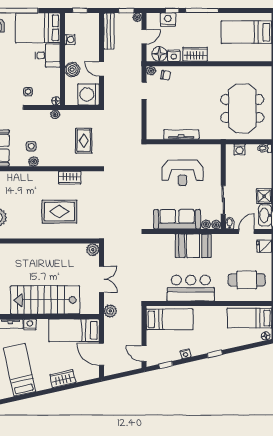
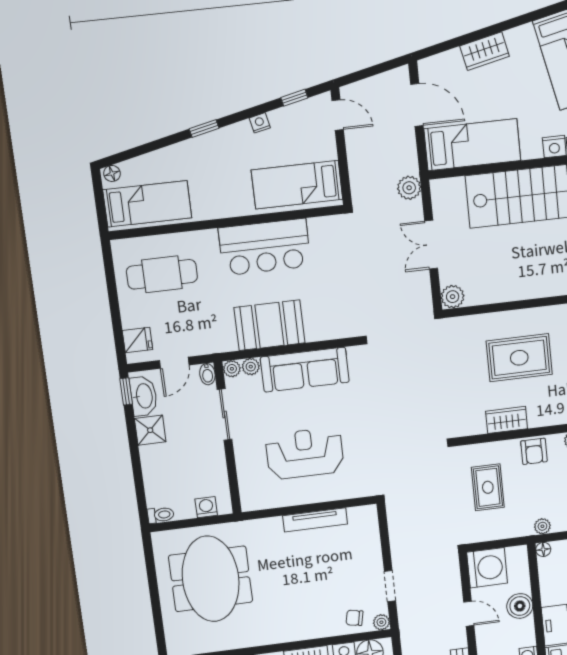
armchair: (56, 158) -> (534, 451), added

